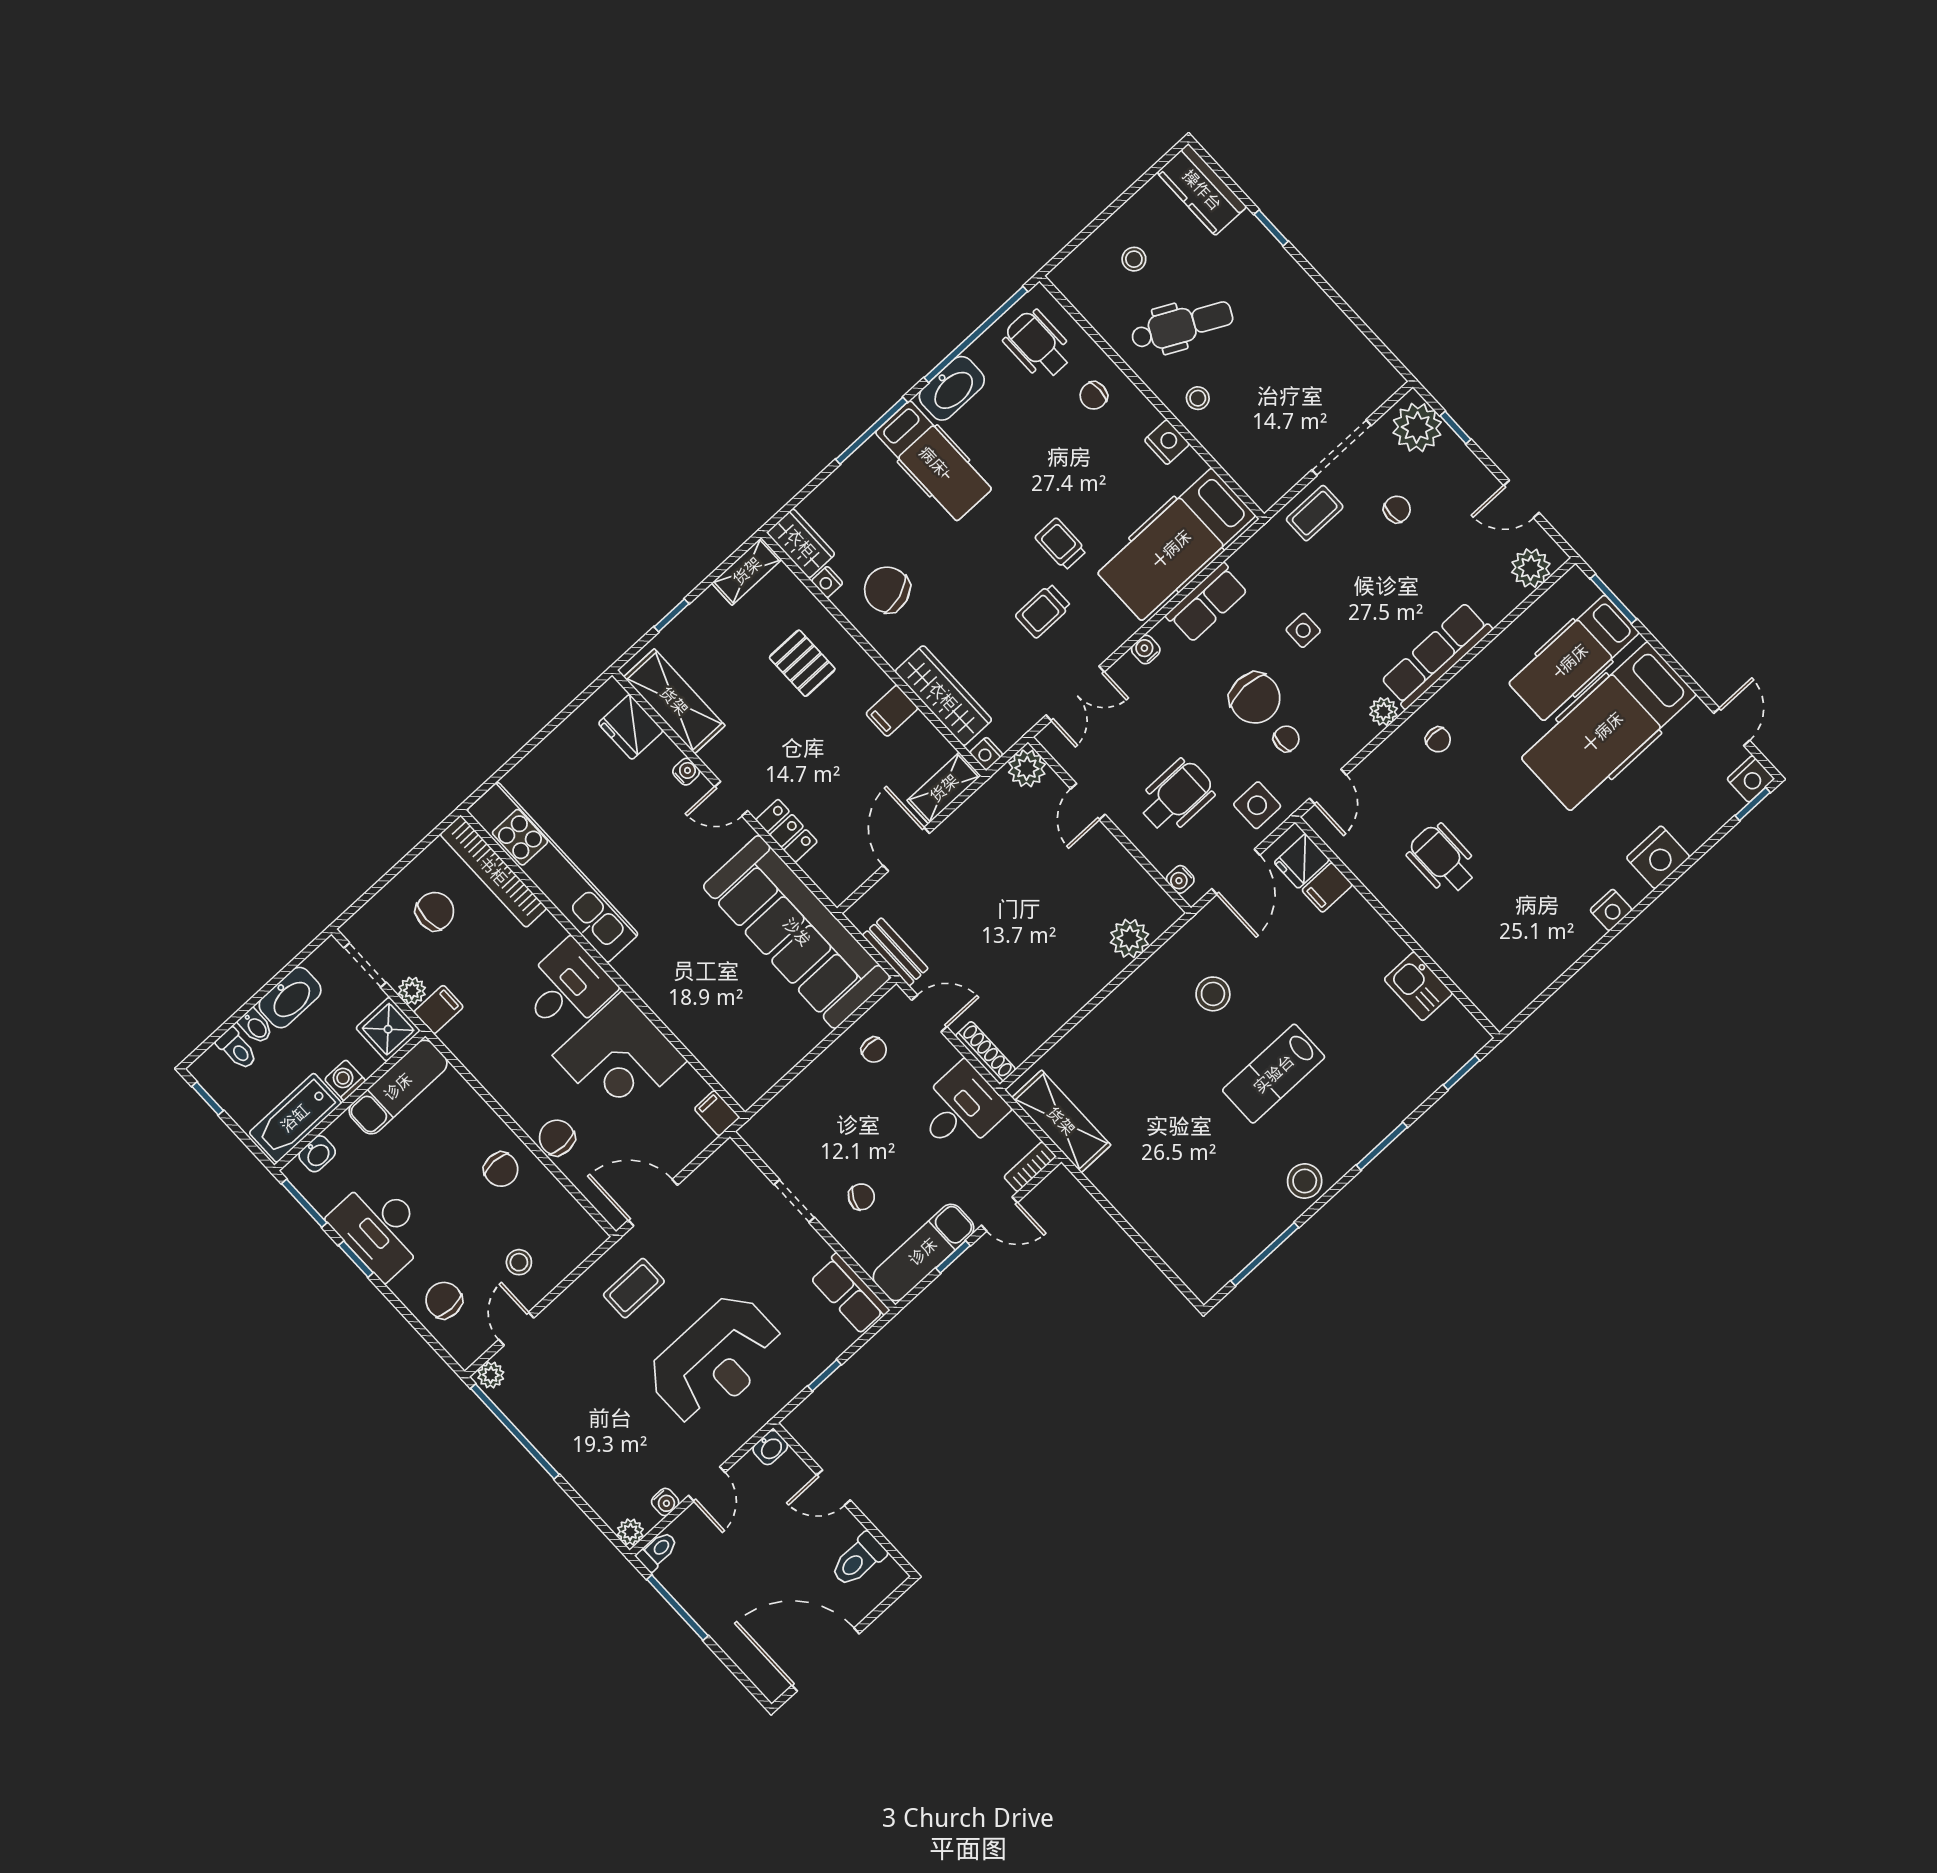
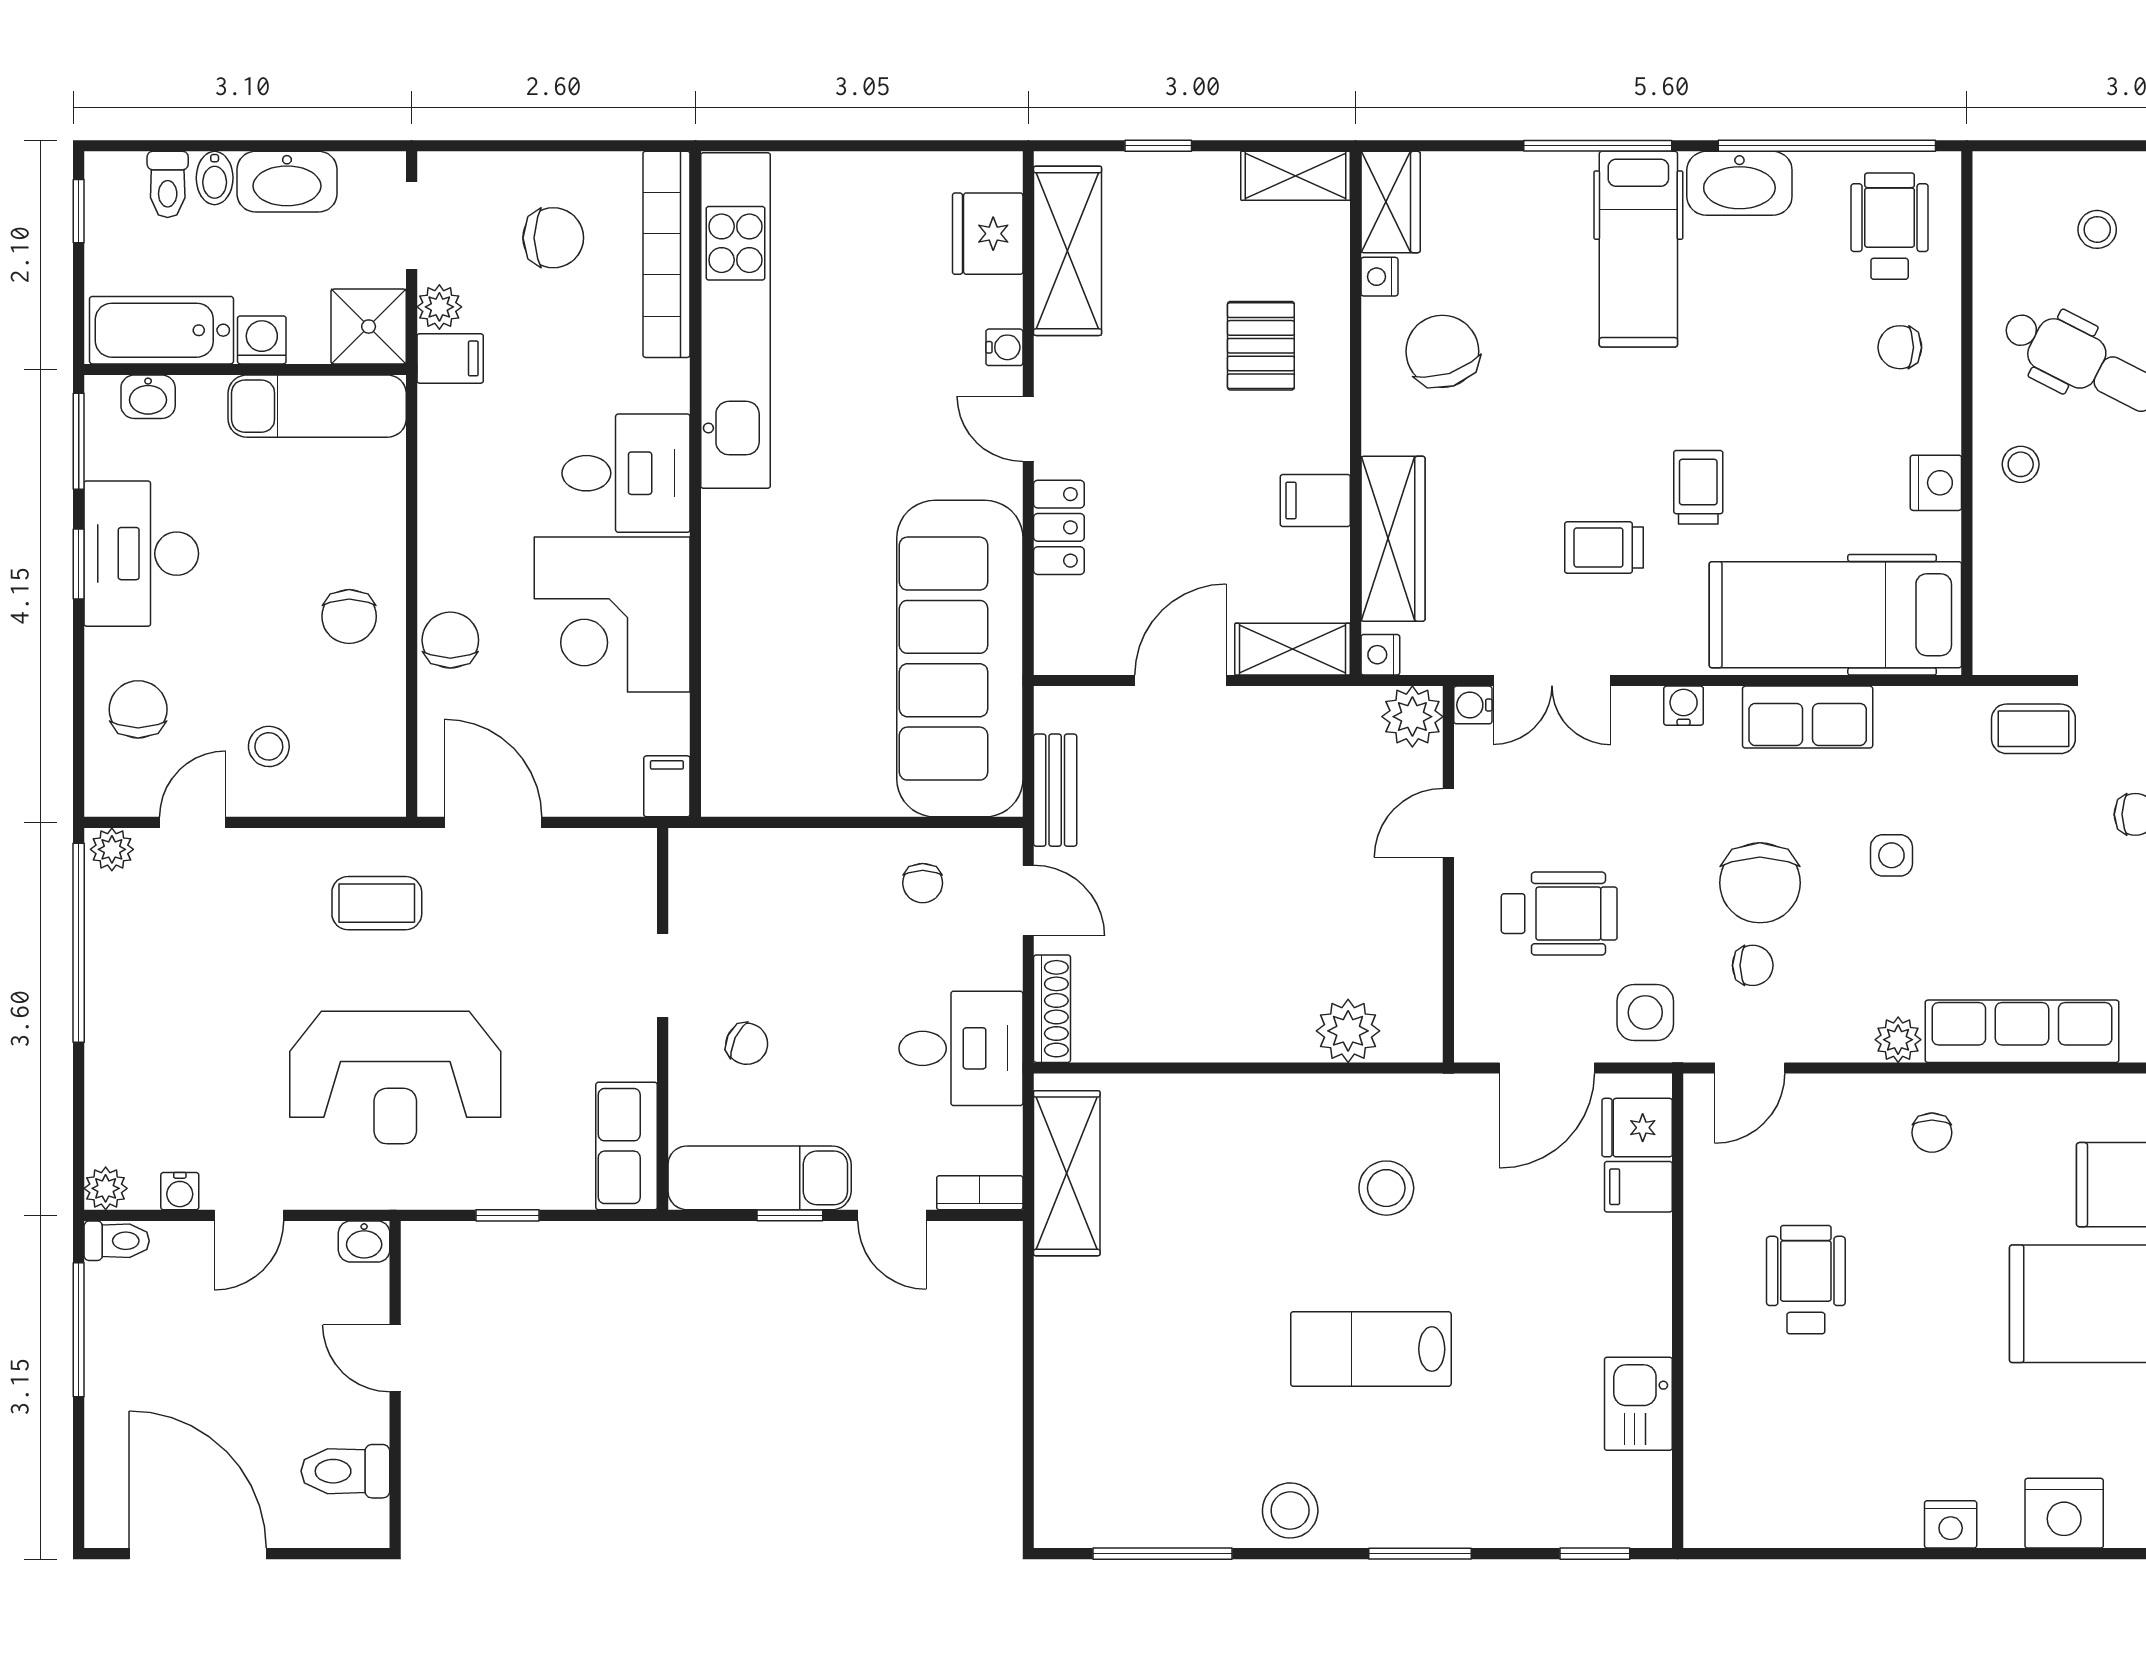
water cooler: (1180, 879) -> (1473, 705), moved

